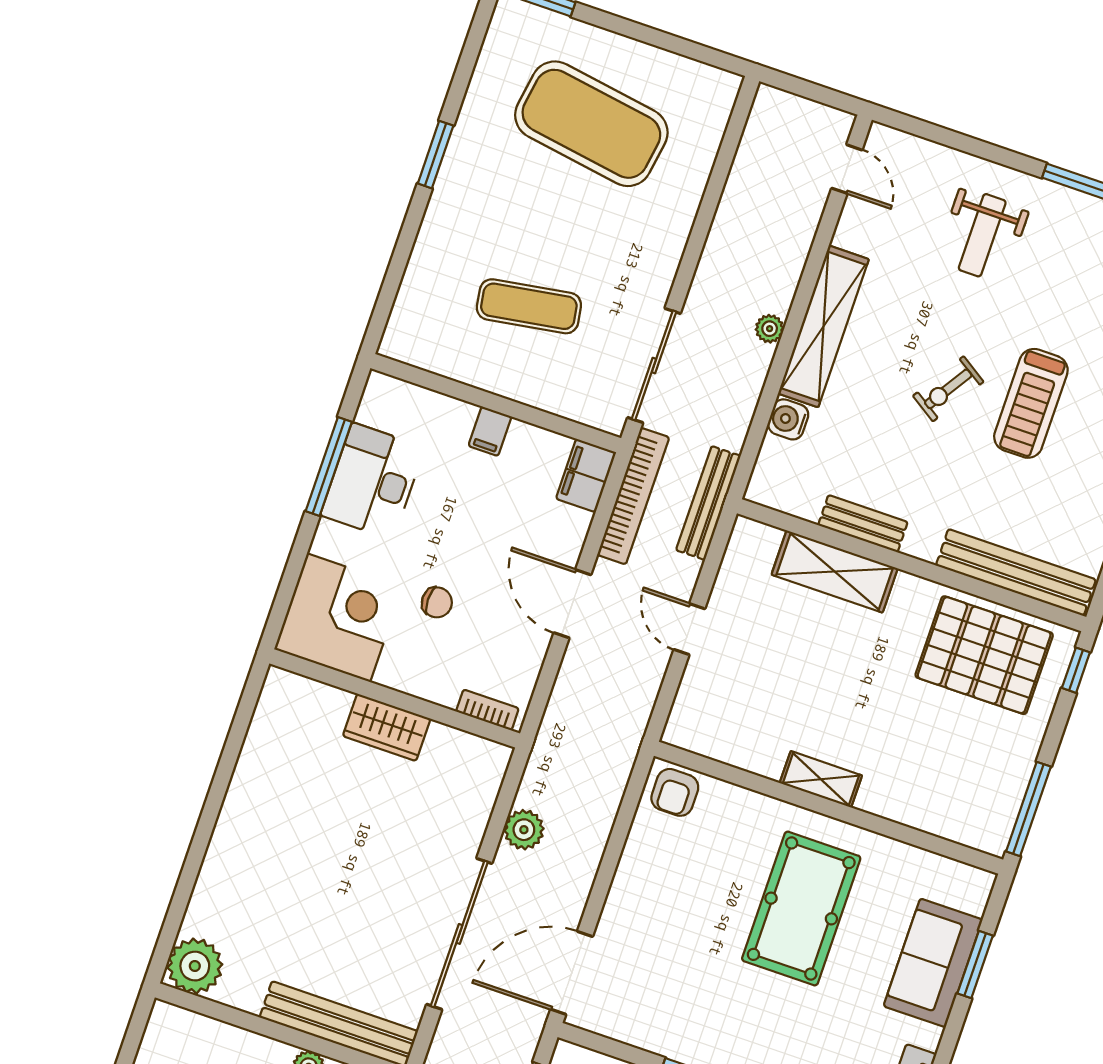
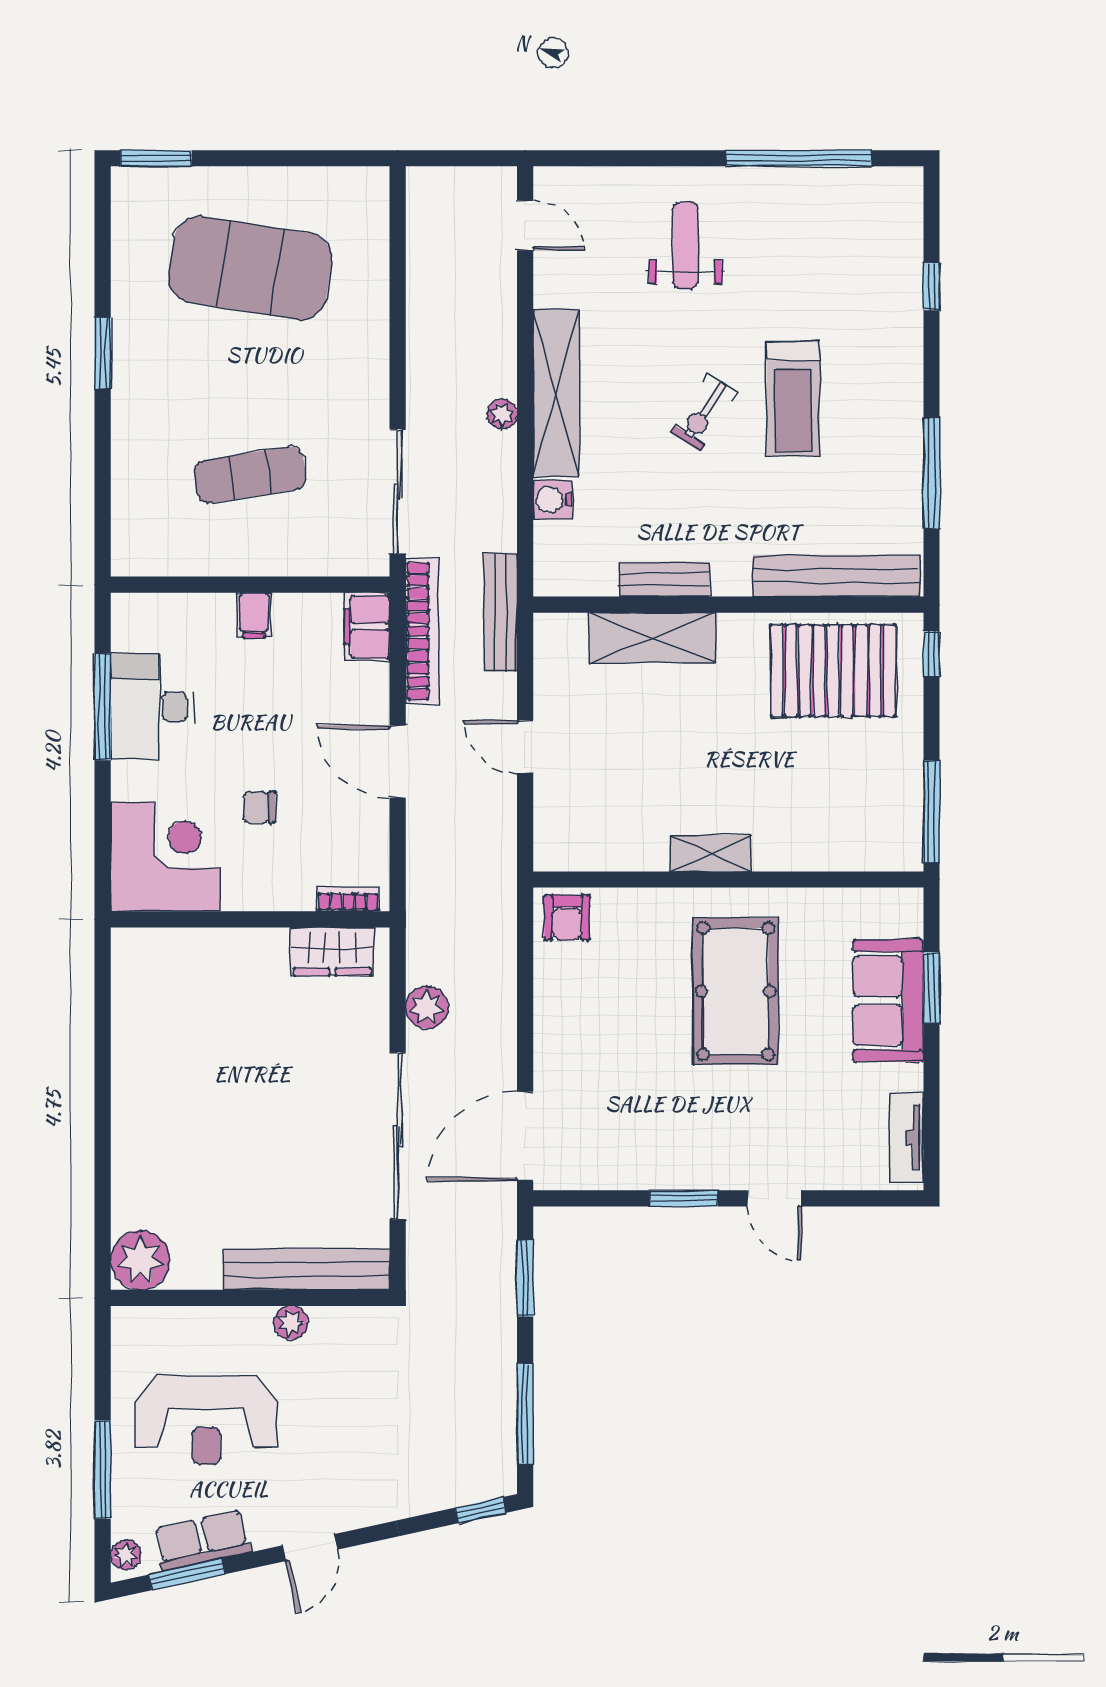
weight bench: (982, 235) -> (685, 245), turned 180
chair: (437, 602) -> (260, 807), turned 180
wardrobe: (387, 727) -> (332, 951), moved

